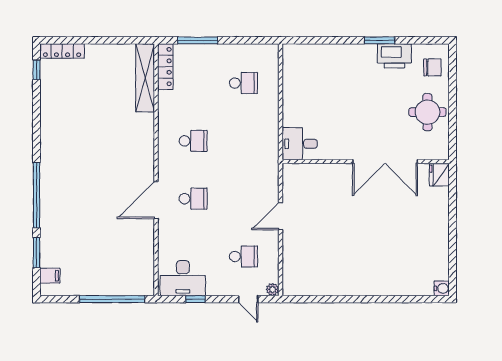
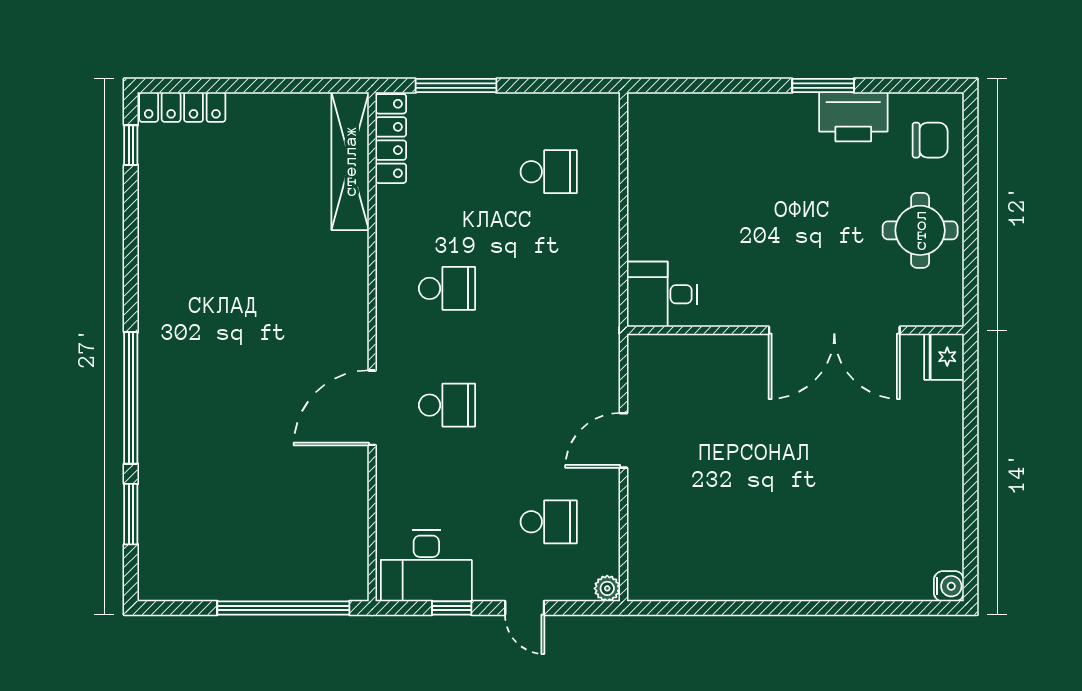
filing cabinet: (50, 276) -> (158, 561), removed
door: (248, 299) -> (525, 608), moved

